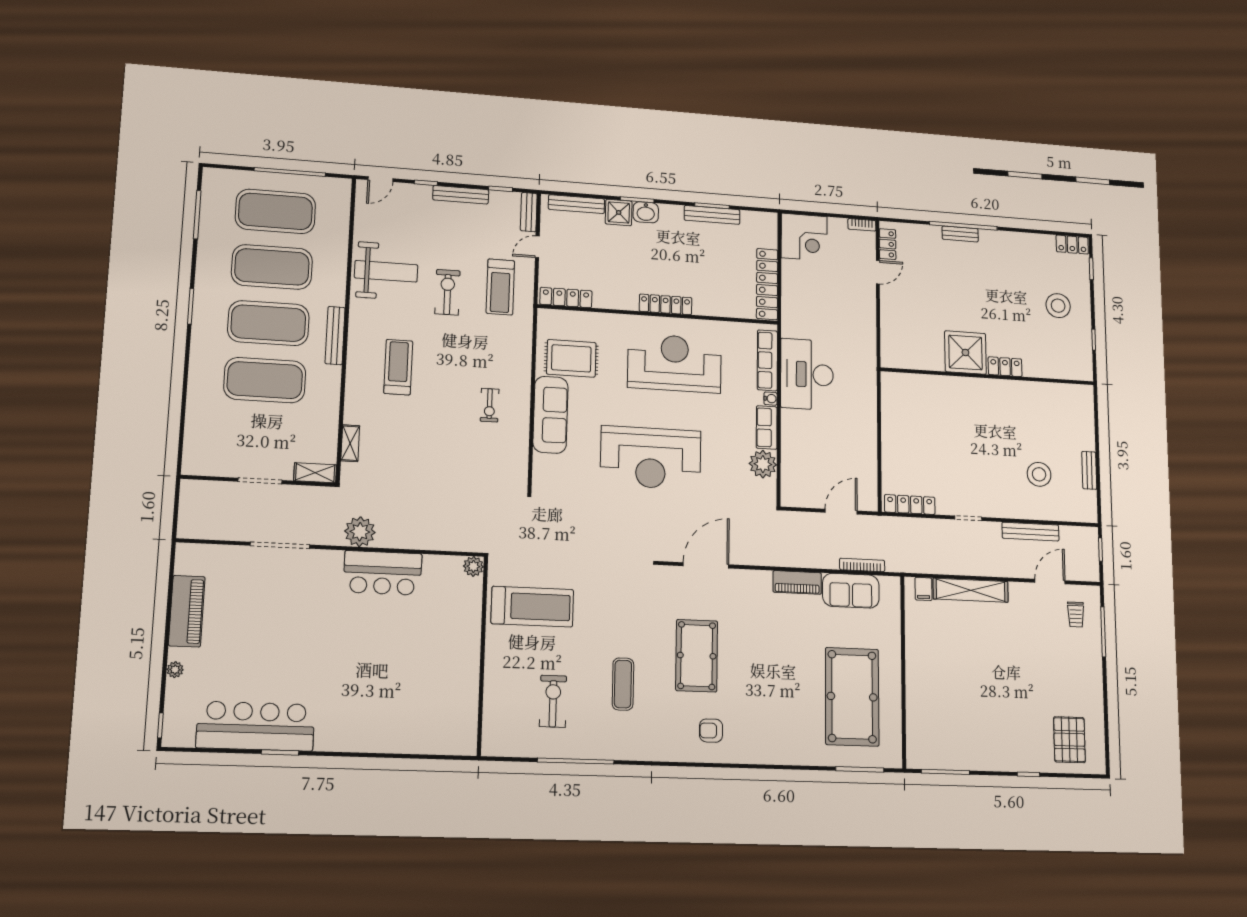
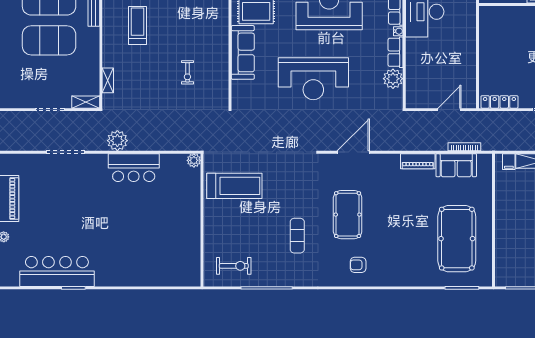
exercise bike: (490, 405) -> (187, 72), moved
exercise bike: (553, 701) -> (234, 266), moved, turned 90

